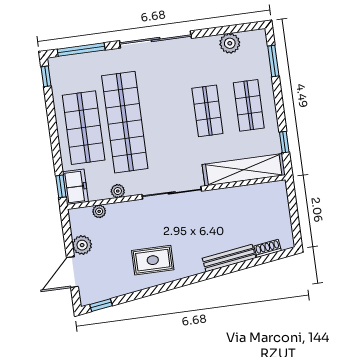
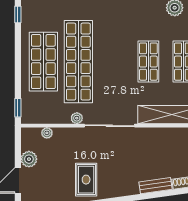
freezer: (75, 187) -> (30, 110), removed
plant: (118, 191) -> (77, 118), moved
bench: (229, 258) -> (156, 186), width x0.73
rug: (153, 260) -> (86, 180), turned 90

